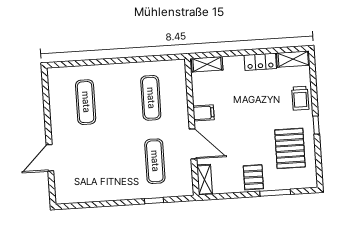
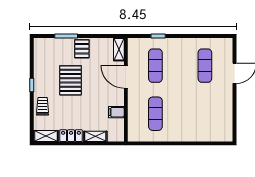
shelving: (207, 64) -> (95, 136), moved
exercise mat: (86, 102) -> (205, 66), moved
filing cabinet: (204, 113) -> (116, 112), moved
pallet: (290, 148) -> (70, 80), moved

